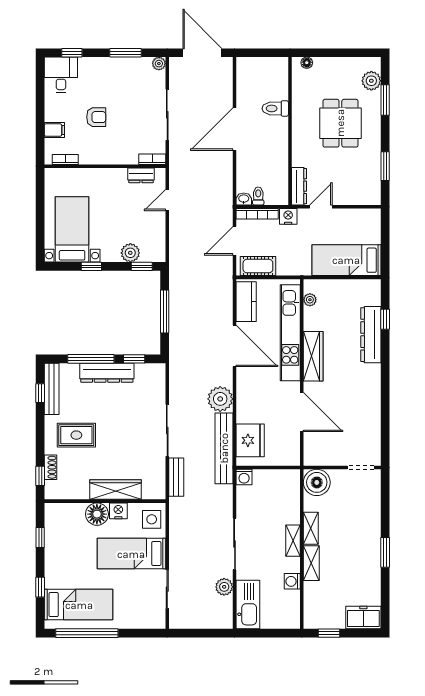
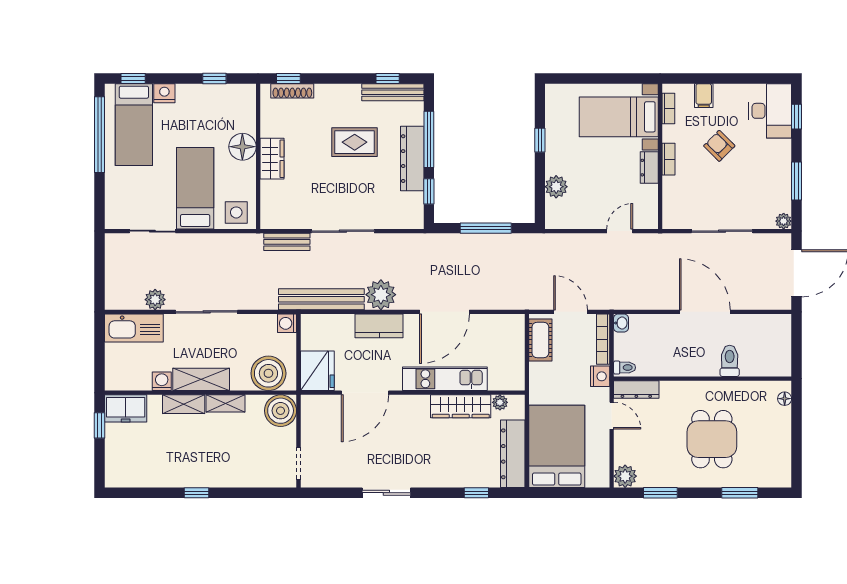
desk: (61, 75) -> (770, 111), width x1.37
plant: (371, 81) -> (625, 476), moved
armchair: (96, 117) -> (719, 146), turned 135
dining table: (340, 123) -> (712, 439), turned 90
bookcase: (152, 159) -> (669, 159), moved
dresser: (141, 175) -> (649, 168), moved
toilet: (258, 196) -> (625, 368), moved
door: (167, 200) -> (620, 231), hinge flipped
bed with nightstands: (72, 229) -> (619, 117), moved, turned 180
bed: (346, 260) -> (557, 446), width x1.50
window: (142, 266) -> (540, 201), removed
kitchen counter: (246, 302) -> (379, 326), moved
kitchen unit: (290, 333) -> (445, 379), width x0.73
dresser: (371, 335) -> (513, 454), moved, turned -90
wardrobe: (313, 356) -> (461, 406), moved
sliding door: (385, 394) -> (386, 493), added
rug: (76, 435) -> (355, 142), moved, turned 90
fridge: (250, 440) -> (317, 371), moved, turned -90
shoe rack: (50, 467) -> (292, 91), width x1.43
wardrobe: (115, 490) -> (272, 159), width x0.67
boiler: (286, 492) -> (268, 373), added
nightstand: (118, 511) -> (164, 93), moved, turned -90
shelving: (293, 541) -> (201, 379), width x1.50, depth x1.33
window: (385, 552) -> (196, 493), width x0.67
window: (40, 587) -> (133, 79), moved
freezer: (363, 618) -> (126, 408), moved, turned 90

